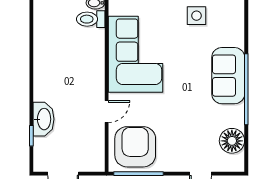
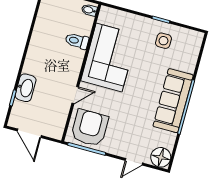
toilet: (91, 19) -> (77, 41), moved
sofa: (228, 76) -> (173, 101), width x1.36
floor lamp: (232, 141) -> (161, 157), moved

